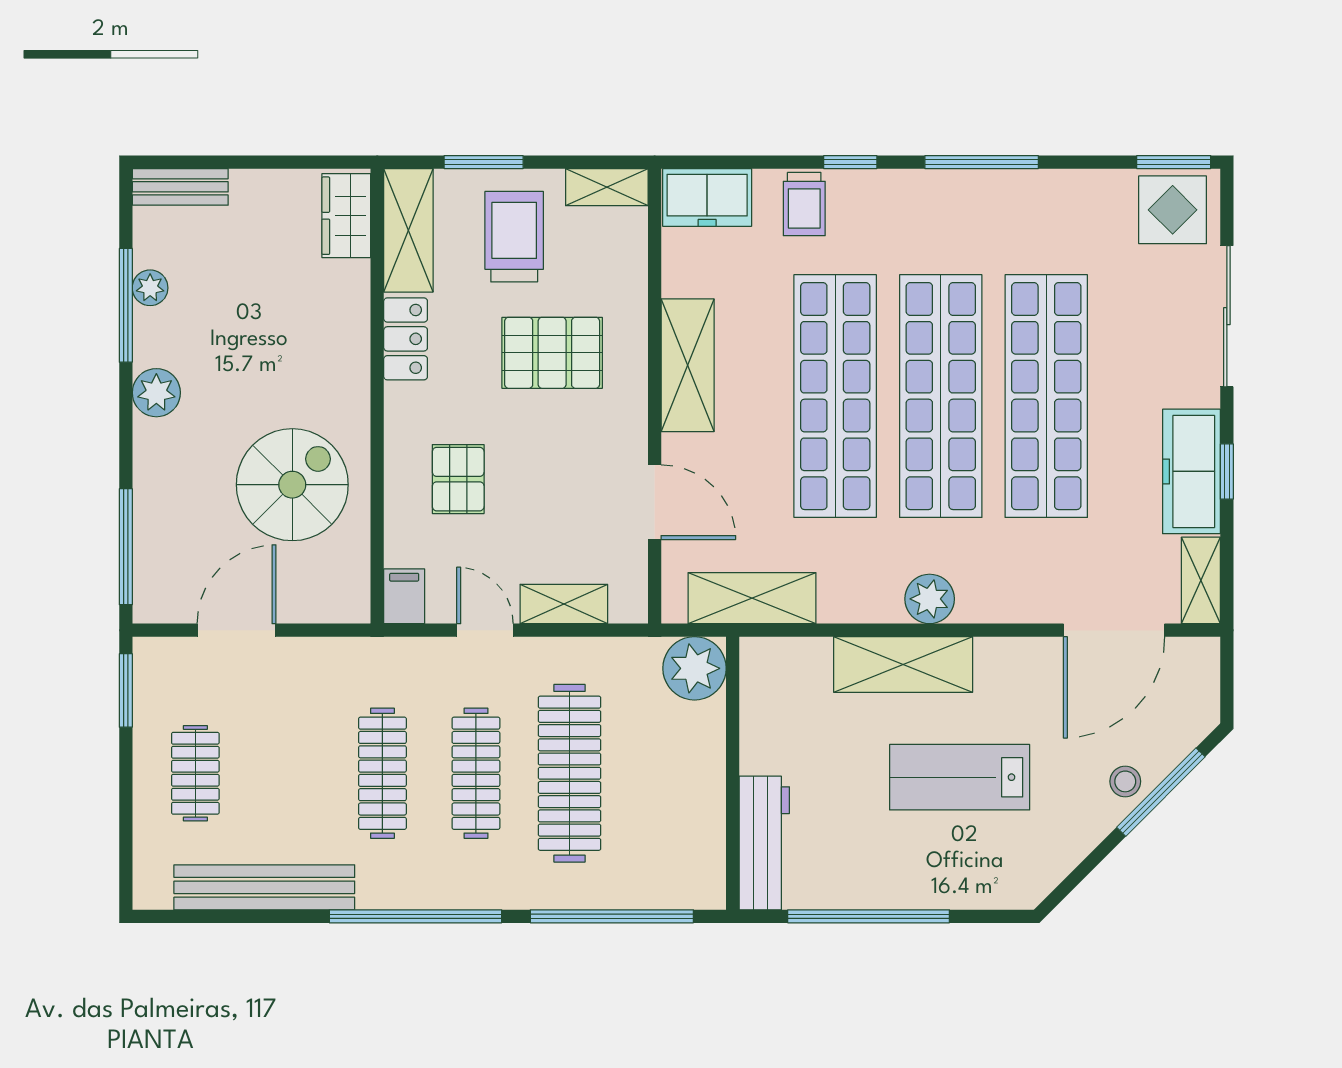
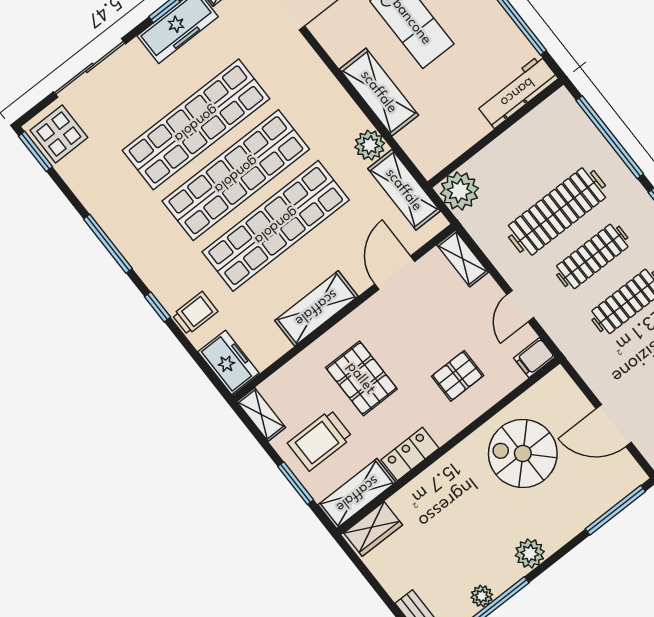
plant: (930, 599) -> (370, 145), moved
shelving: (564, 604) -> (463, 259), moved

